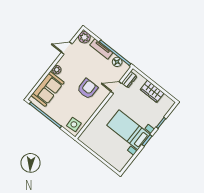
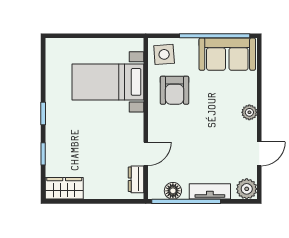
sofa: (48, 89) -> (227, 54), moved, turned -90
armchair: (88, 89) -> (175, 90), moved
wardrobe: (152, 91) -> (64, 188), moved
bed with nightstands: (129, 130) -> (108, 82), moved, turned 180

